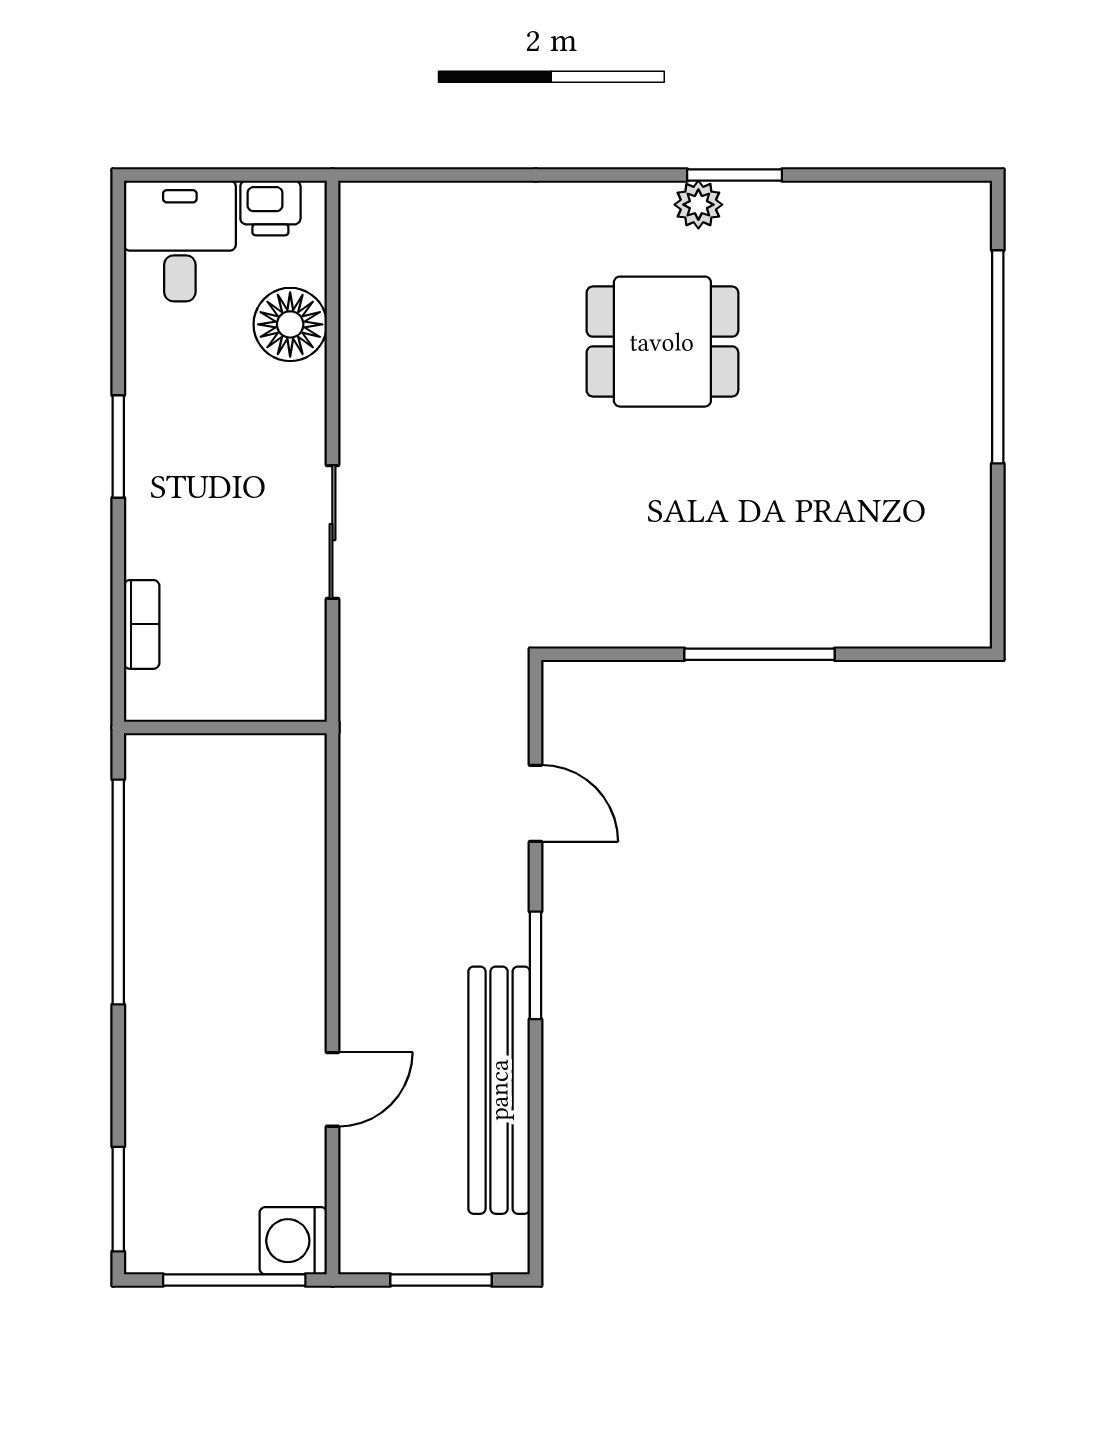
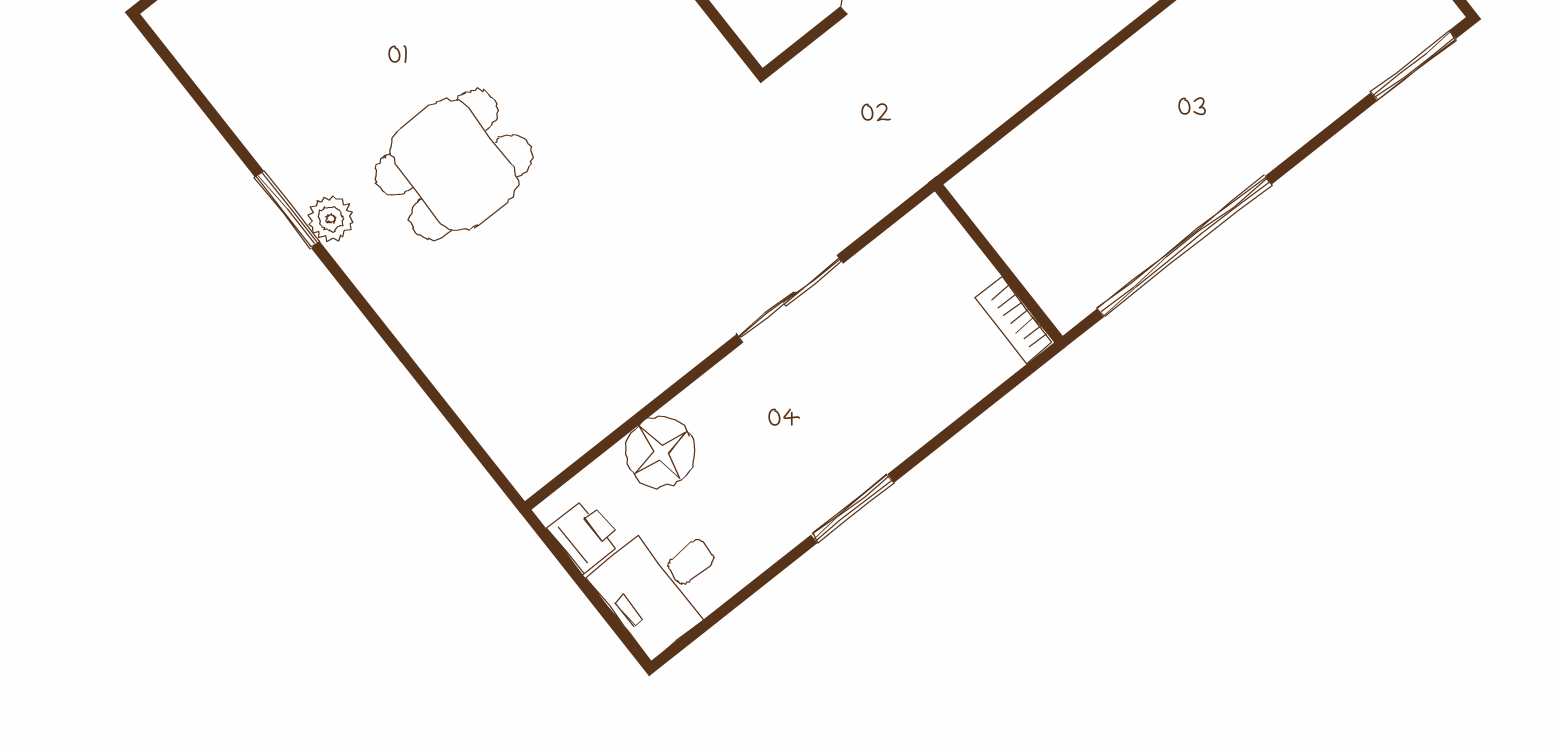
dining table: (662, 342) -> (454, 165), turned 90
bookcase: (142, 624) -> (1015, 320), moved, turned -90

